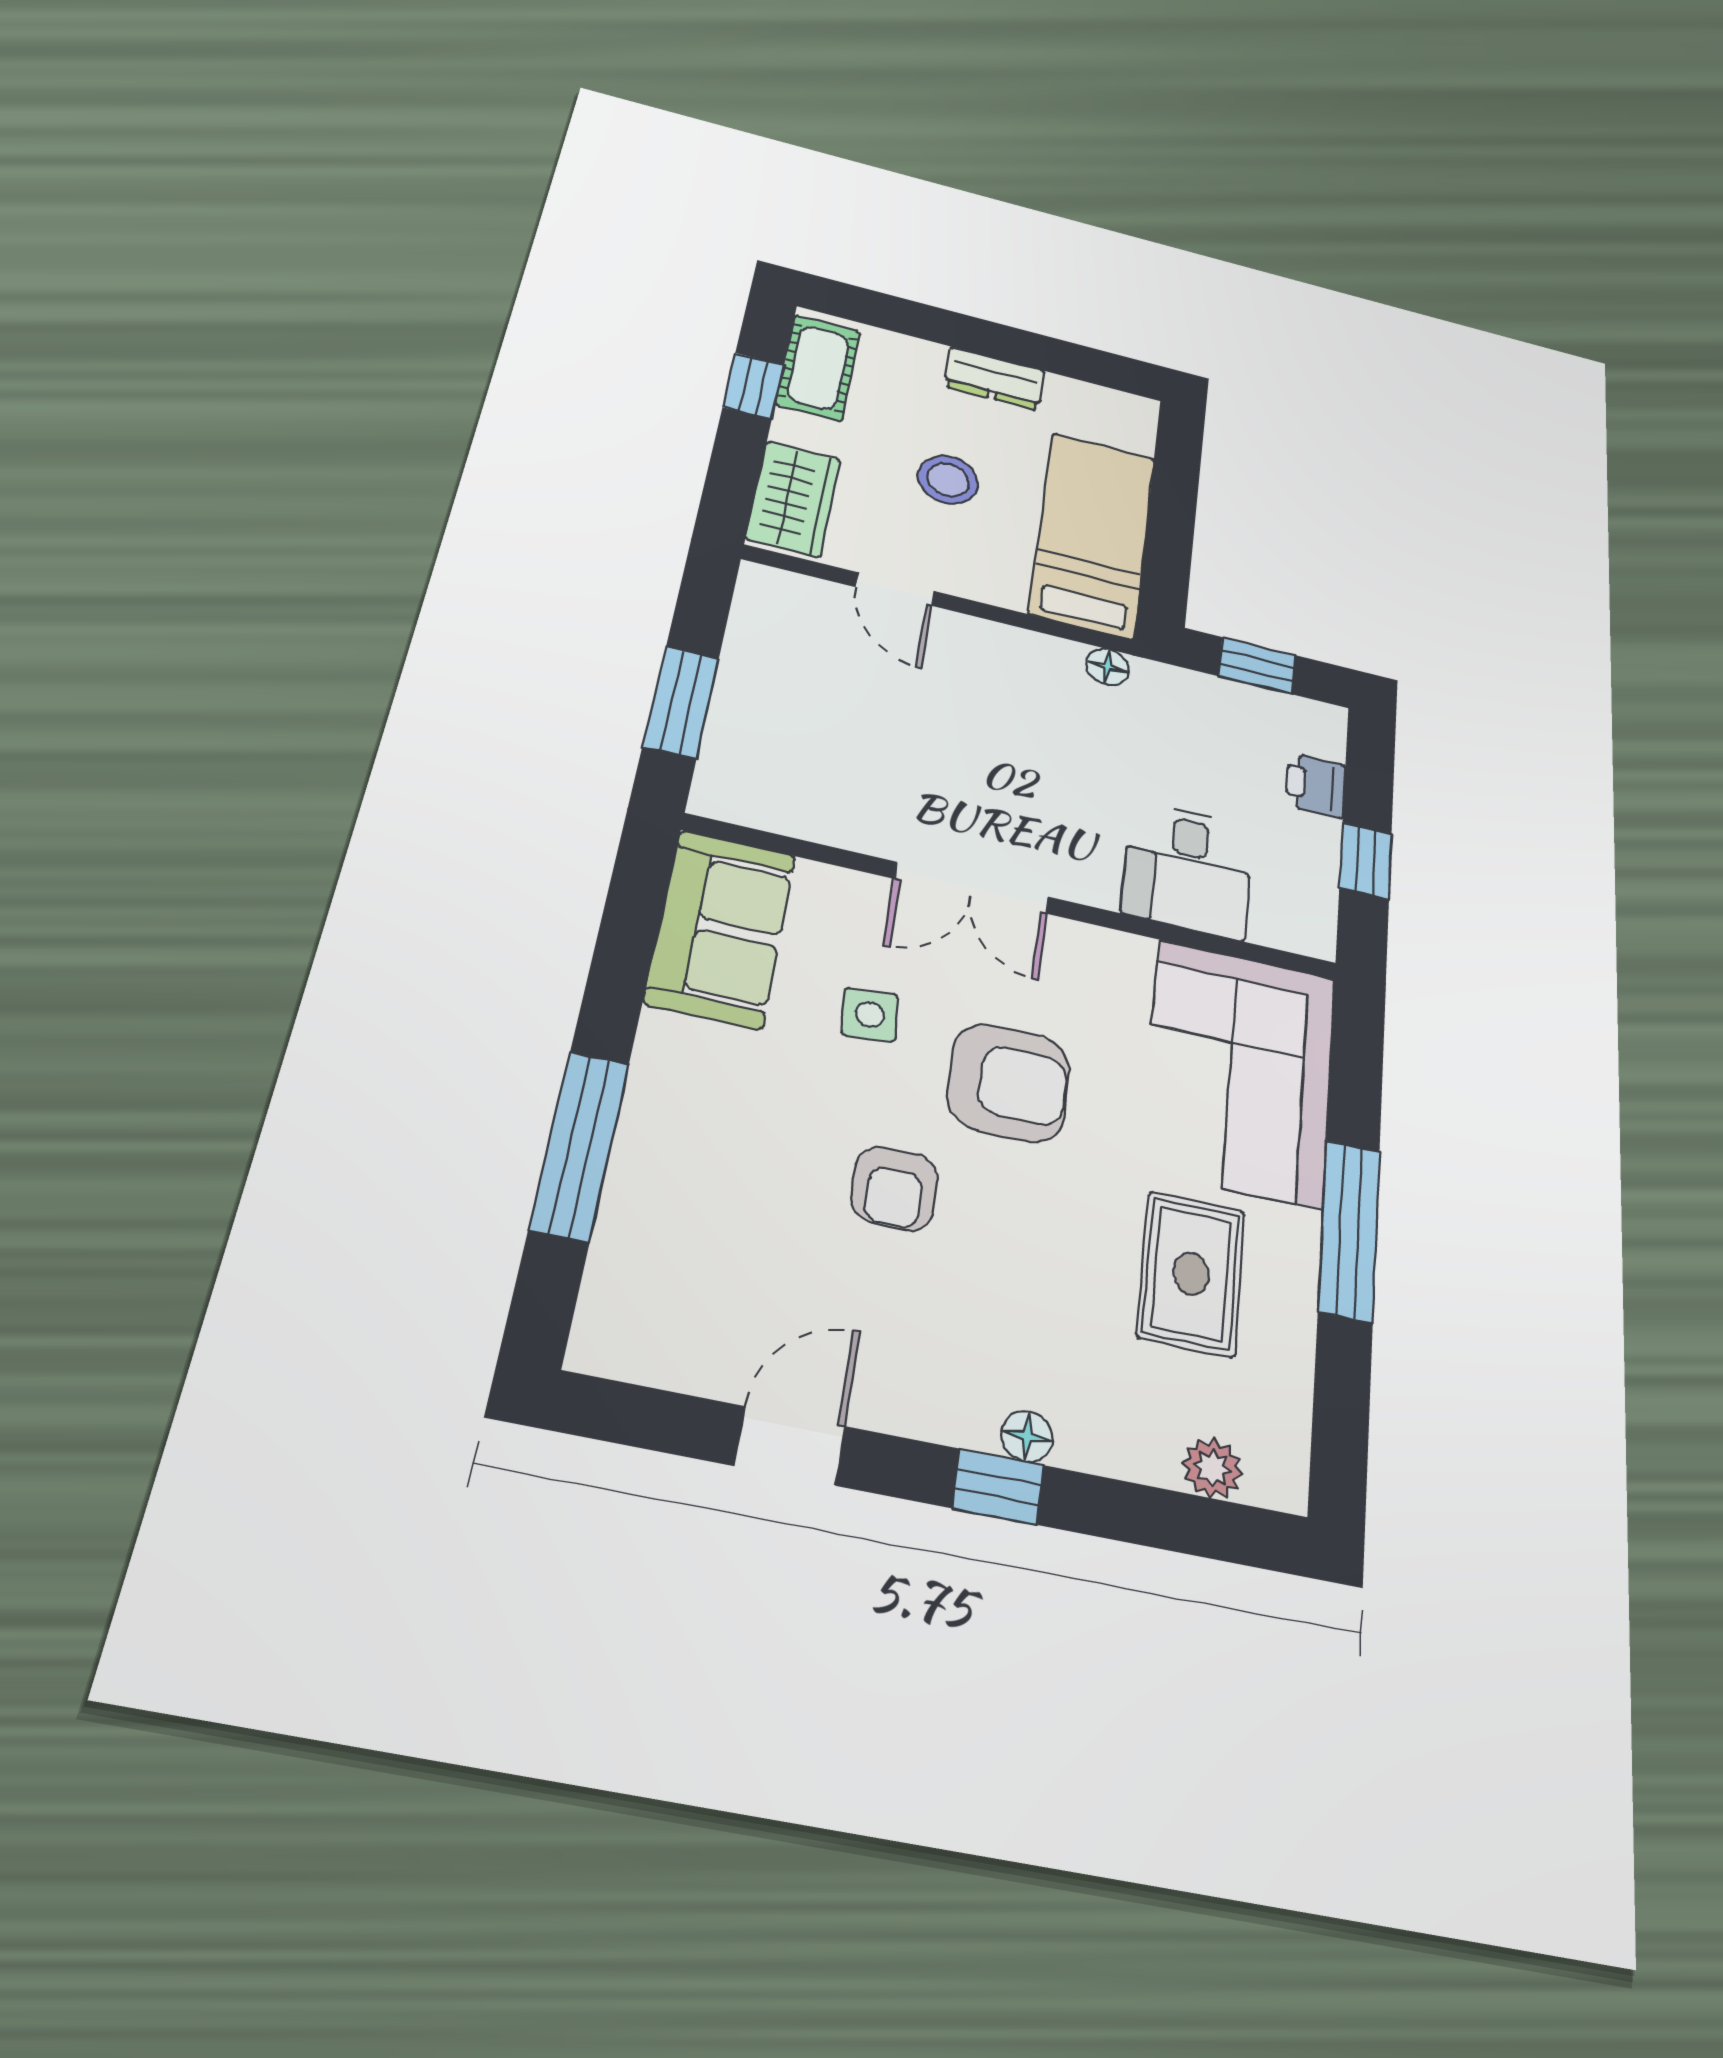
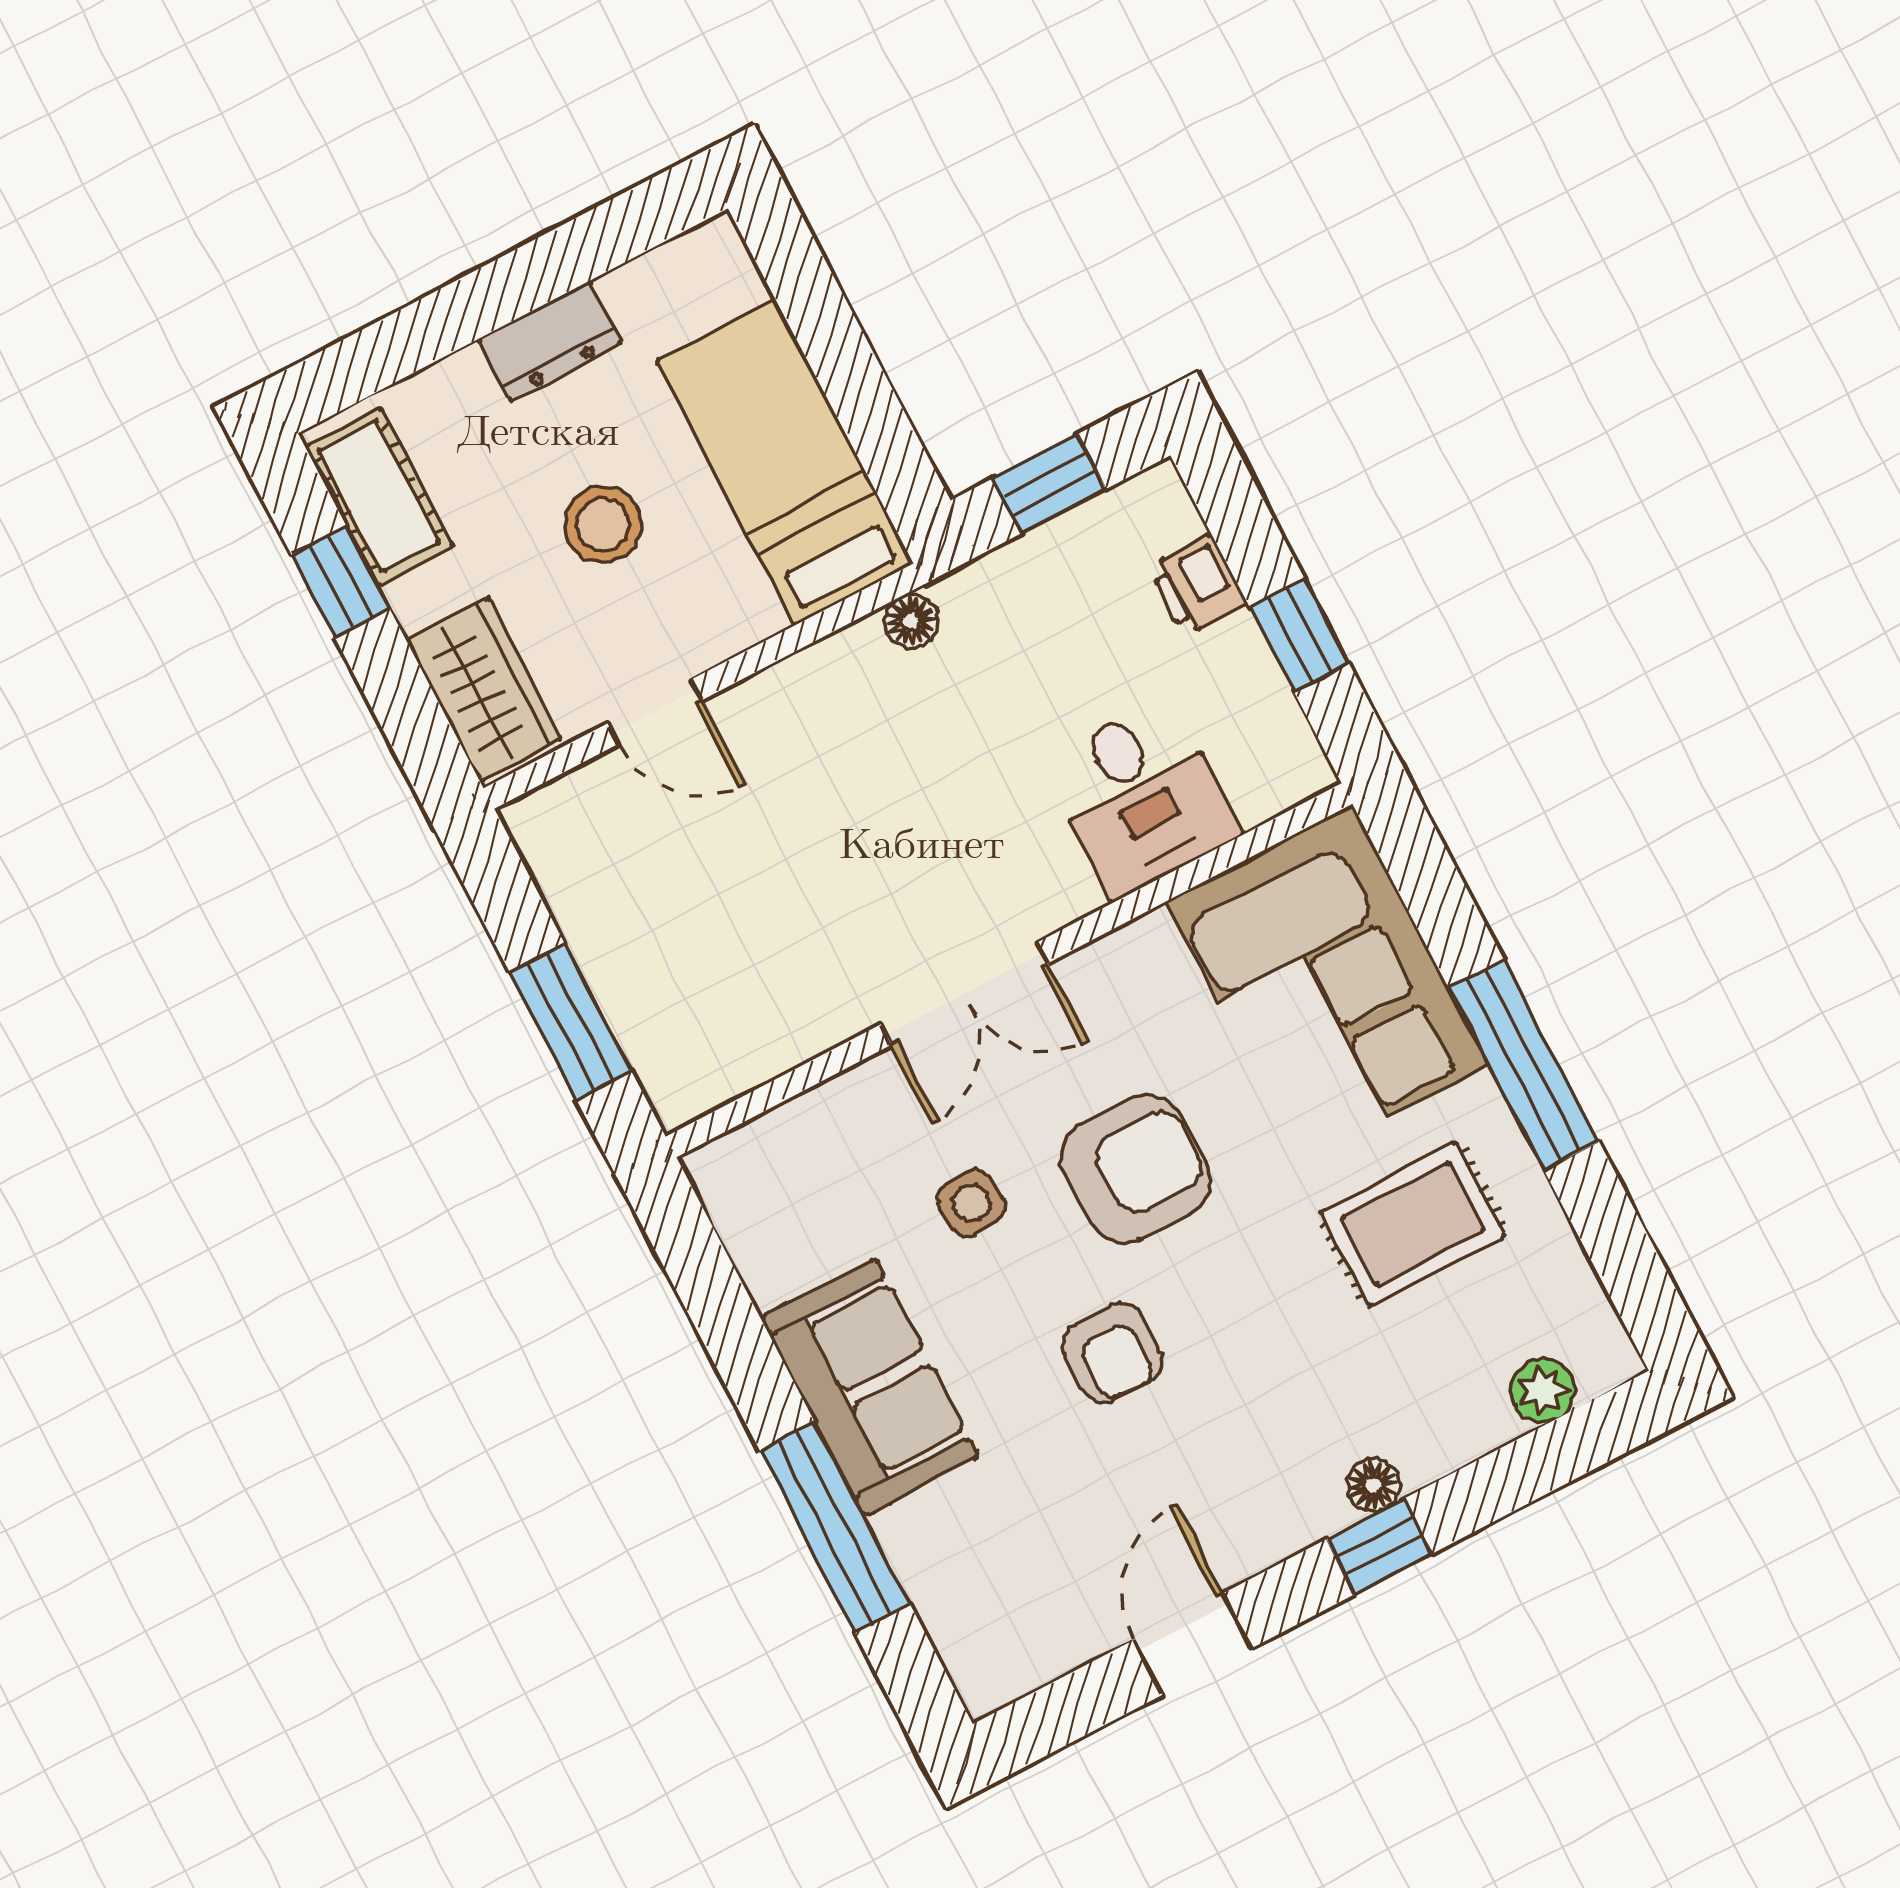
sofa: (721, 928) -> (870, 1387), moved
rug: (1191, 1273) -> (1413, 1224), turned 90

